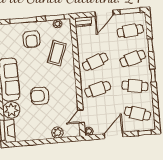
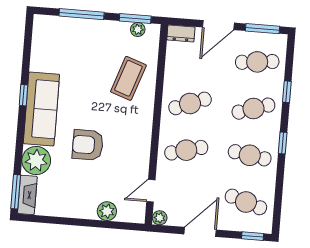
armchair: (31, 39) -> (90, 48), removed

